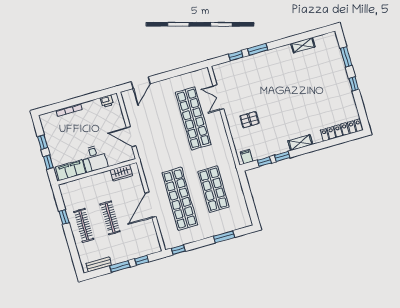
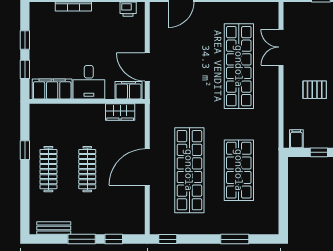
filing cabinet: (123, 156) -> (128, 90), added

